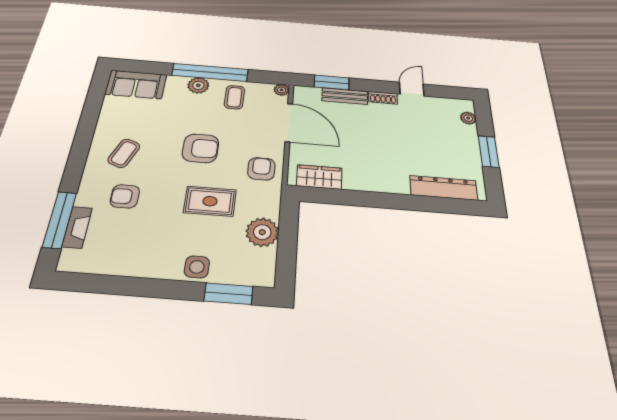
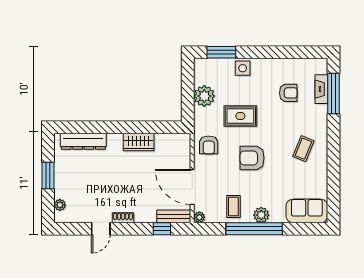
window: (332, 82) -> (162, 229), width x0.67
bench: (345, 96) -> (174, 216), moved
wardrobe: (319, 177) -> (139, 142), moved
armchair: (125, 196) -> (288, 93), moved

